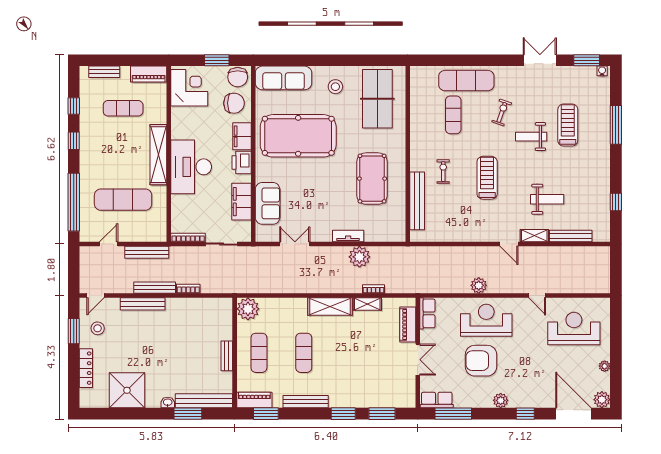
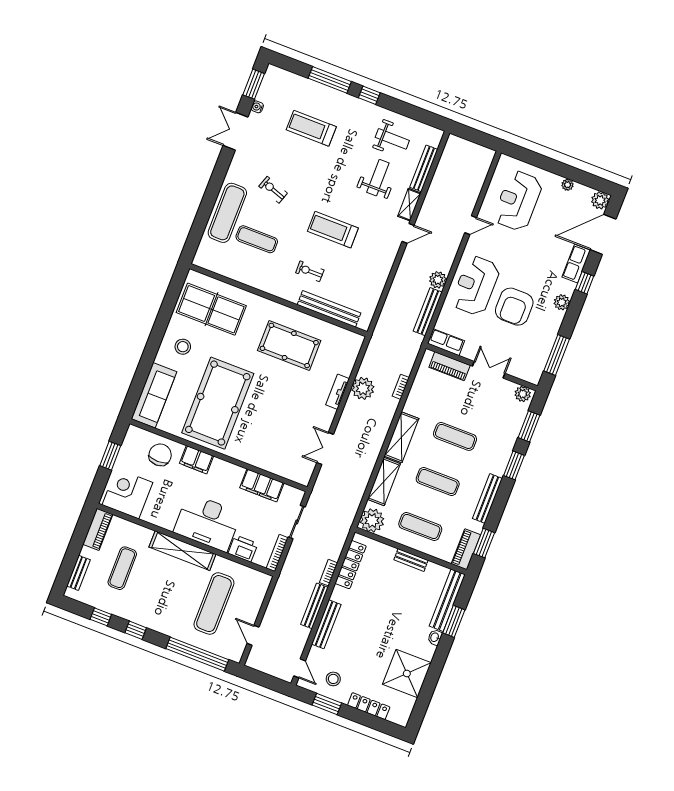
water cooler: (602, 71) -> (257, 107), moved
chair: (238, 77) -> (135, 441), removed
weight bench: (531, 137) -> (392, 139), moved, turned -90
printer: (242, 163) -> (243, 549), moved, turned 180
window: (616, 202) -> (369, 95), moved
sofa: (268, 203) -> (274, 460), removed
bench: (147, 252) -> (428, 312), moved
shelving: (367, 304) -> (384, 481), moved, width x1.50, depth x1.33
locker: (203, 305) -> (351, 565), added
exercise mat: (349, 353) -> (455, 436), added
plant: (408, 397) -> (523, 394), added
row of seats: (437, 400) -> (576, 264), moved

